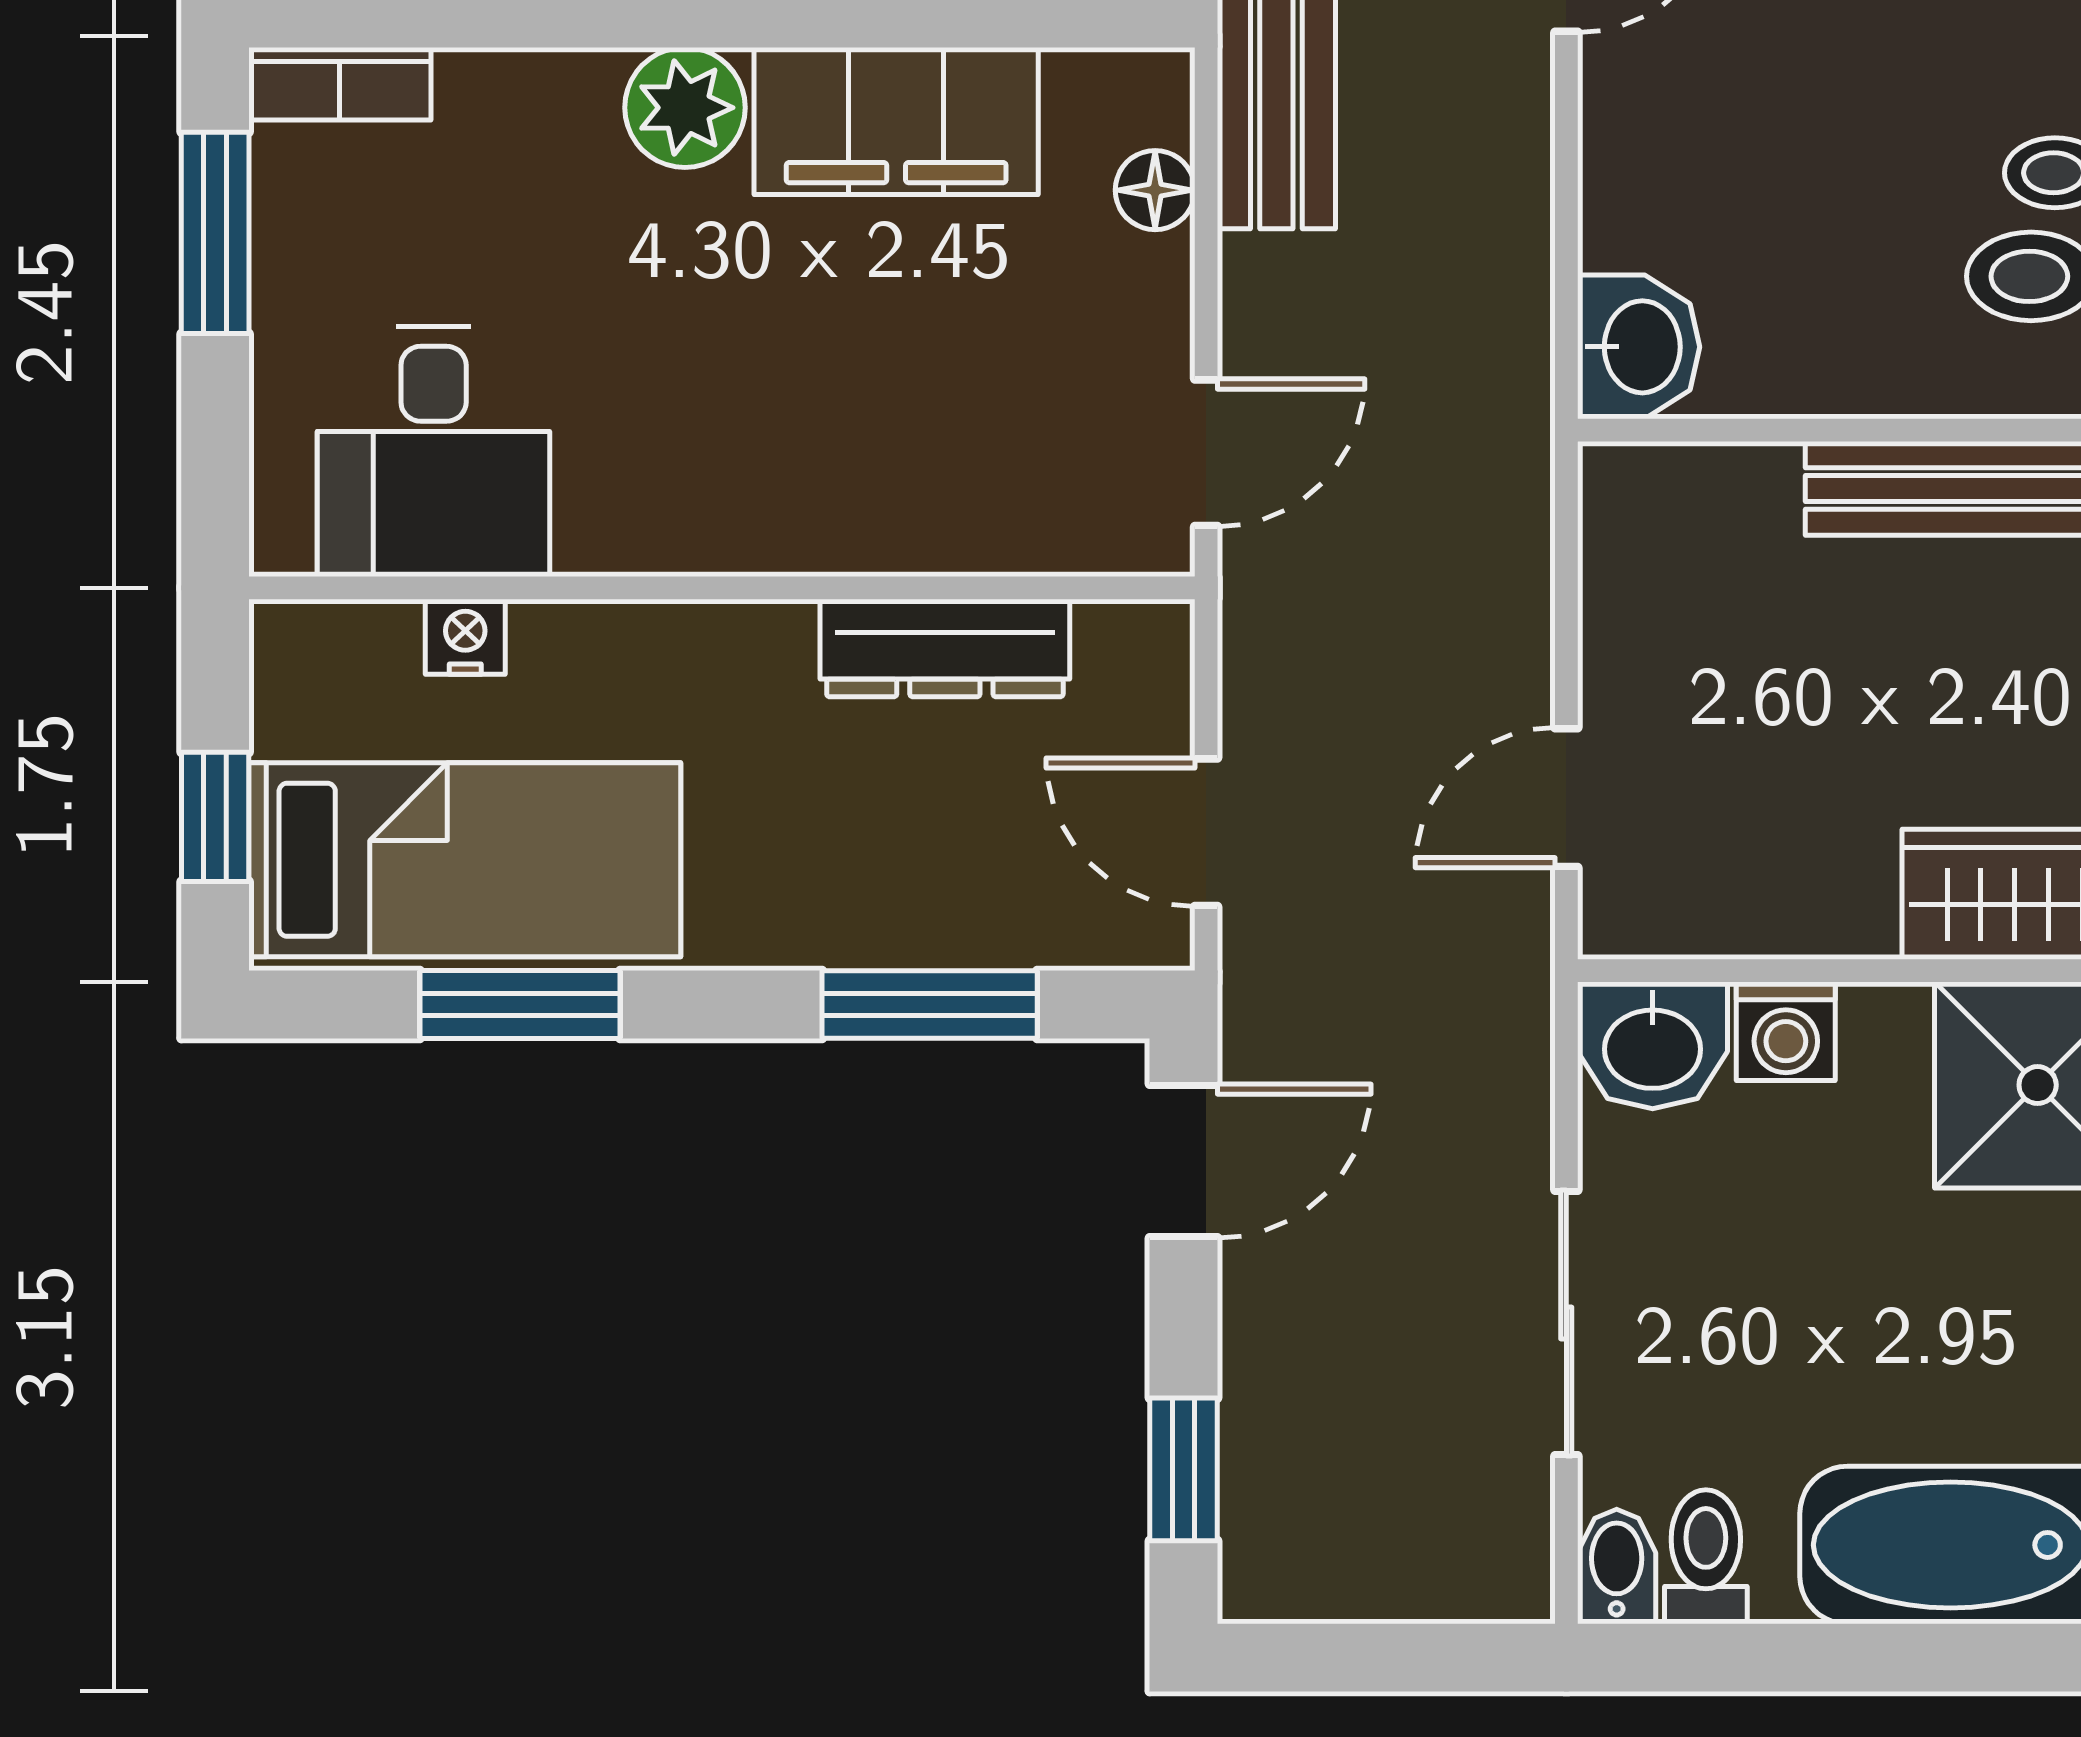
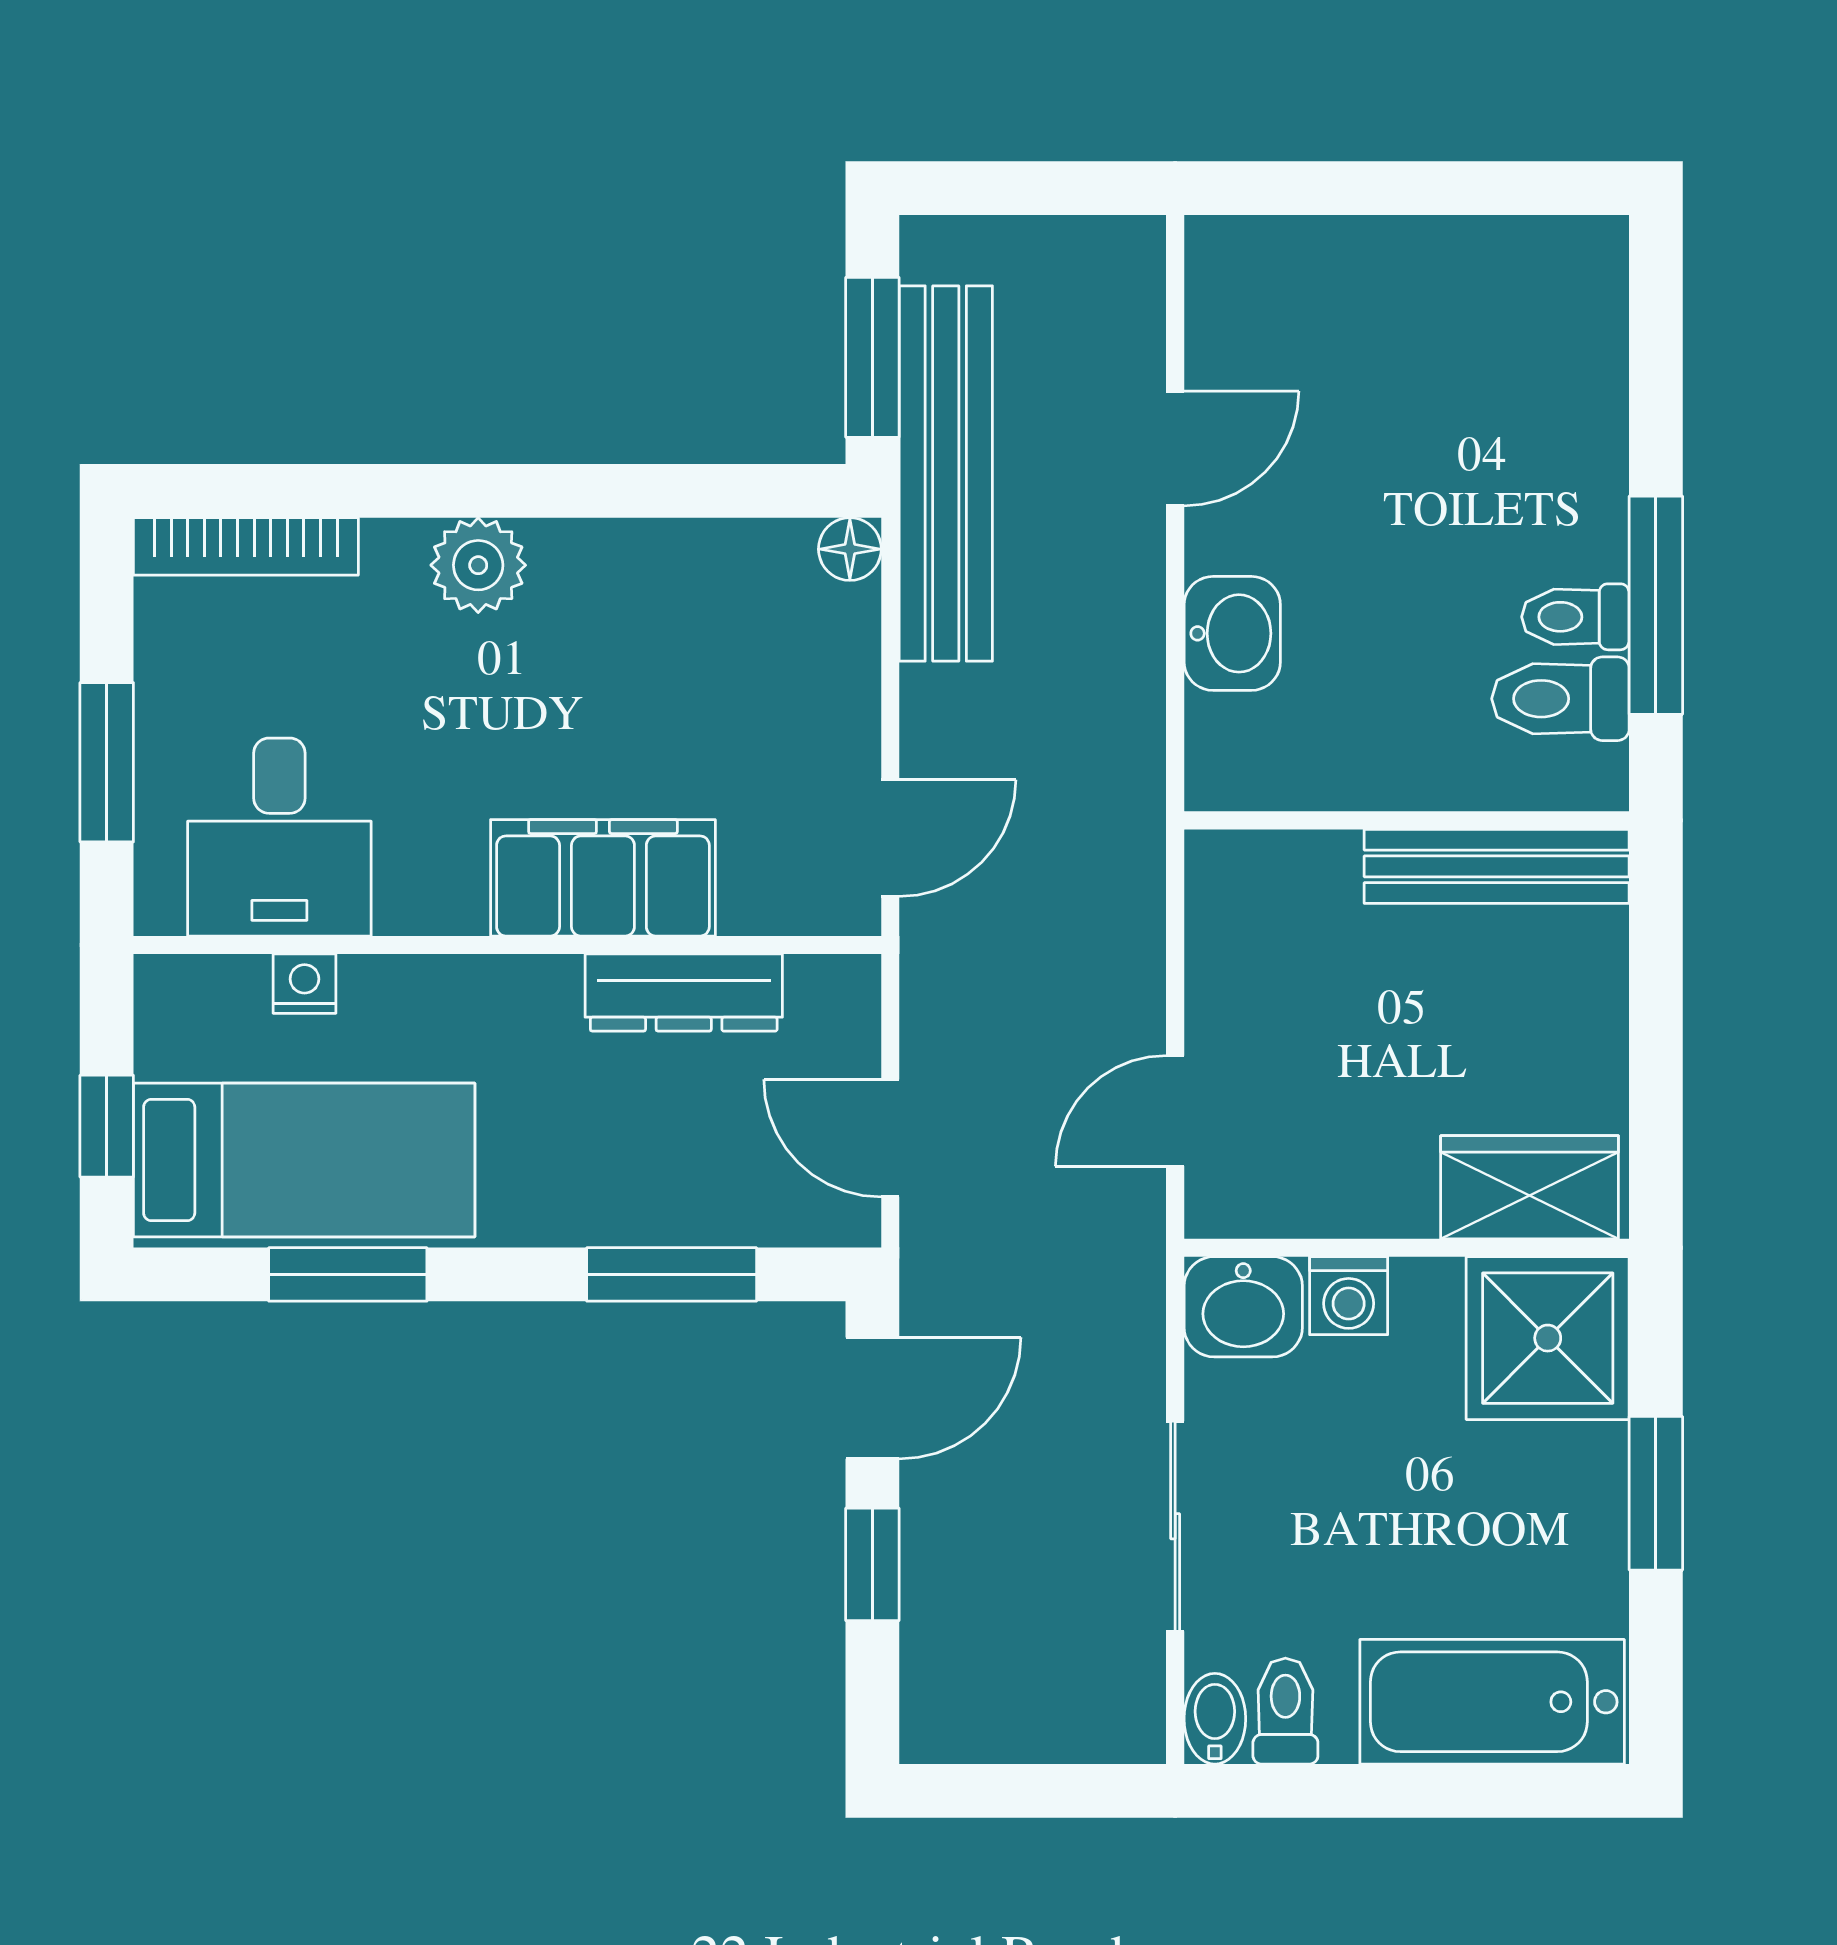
bookcase: (340, 84) -> (246, 546), width x1.56
filing cabinet: (896, 121) -> (603, 878), moved, turned 180
floor lamp: (1155, 190) -> (850, 549), moved
window: (215, 233) -> (107, 762), moved
washbasin: (1639, 347) -> (1232, 633), moved
window: (1183, 1469) -> (872, 1564), moved

